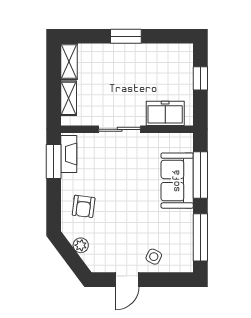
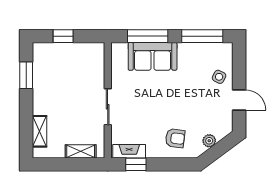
window: (126, 36) -> (26, 75), moved
shelving: (69, 61) -> (40, 131), moved, turned 90
freezer: (165, 113) -> (94, 67), removed
window: (54, 161) -> (136, 164), width x0.67

